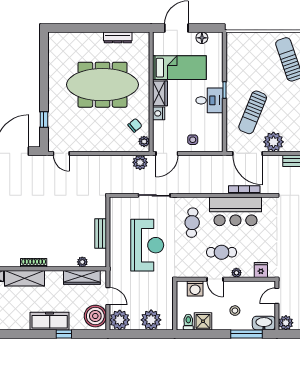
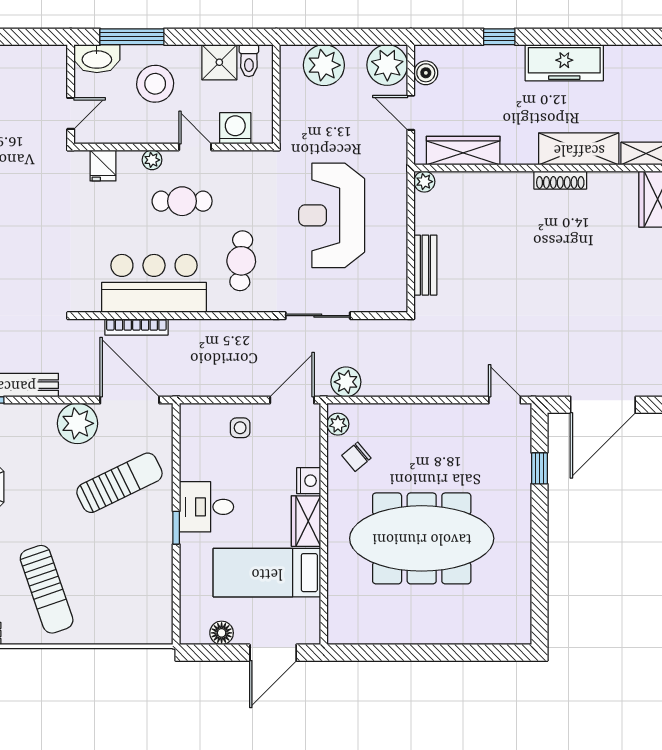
dresser: (118, 37) -> (391, 634), removed
sun lounger: (253, 112) -> (119, 483), turned 42
bench: (101, 233) -> (425, 265), moved
plant: (82, 262) -> (424, 182), moved
stool: (235, 311) -> (155, 84), width x1.89, depth x1.89
boiler: (95, 316) -> (426, 73), width x0.54, depth x0.54
freezer: (50, 321) -> (564, 63), moved
plant: (286, 323) -> (53, 59), removed

